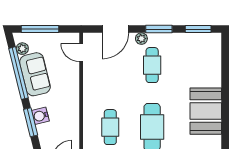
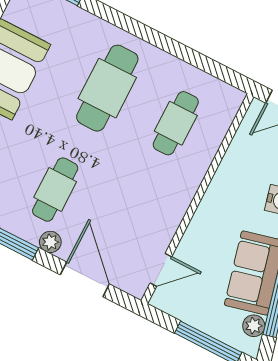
door: (115, 29) -> (85, 279), hinge flipped
door: (81, 53) -> (161, 270), hinge flipped

